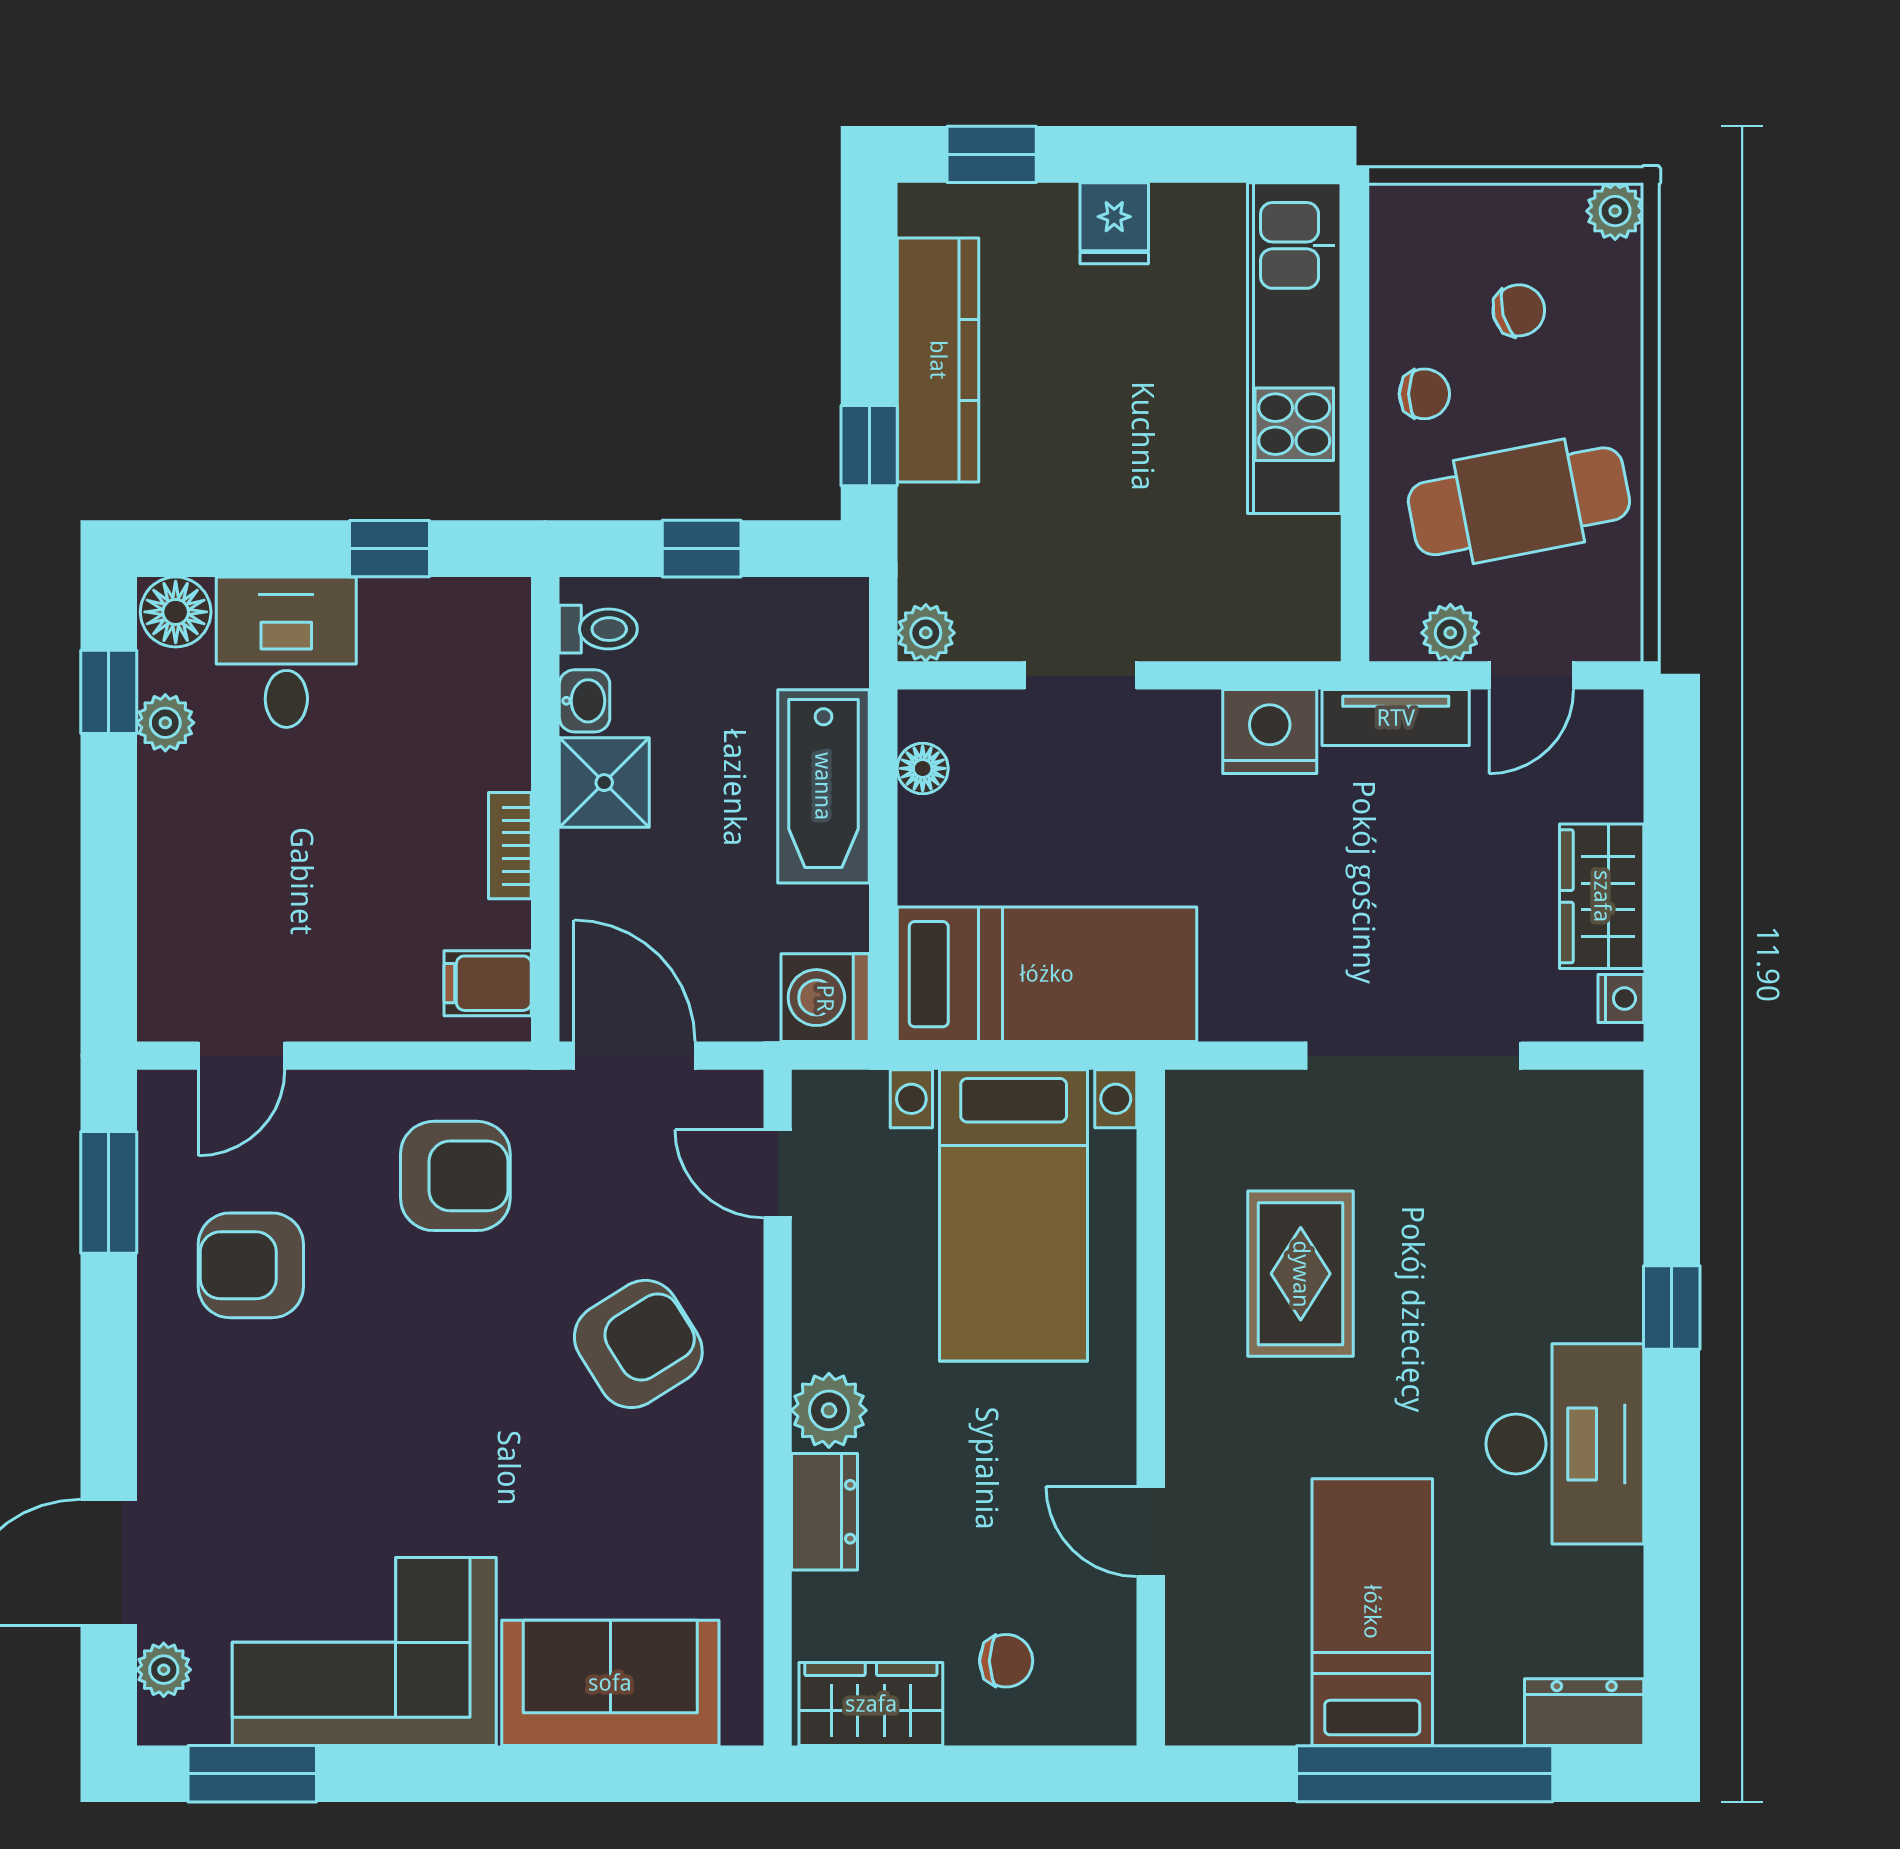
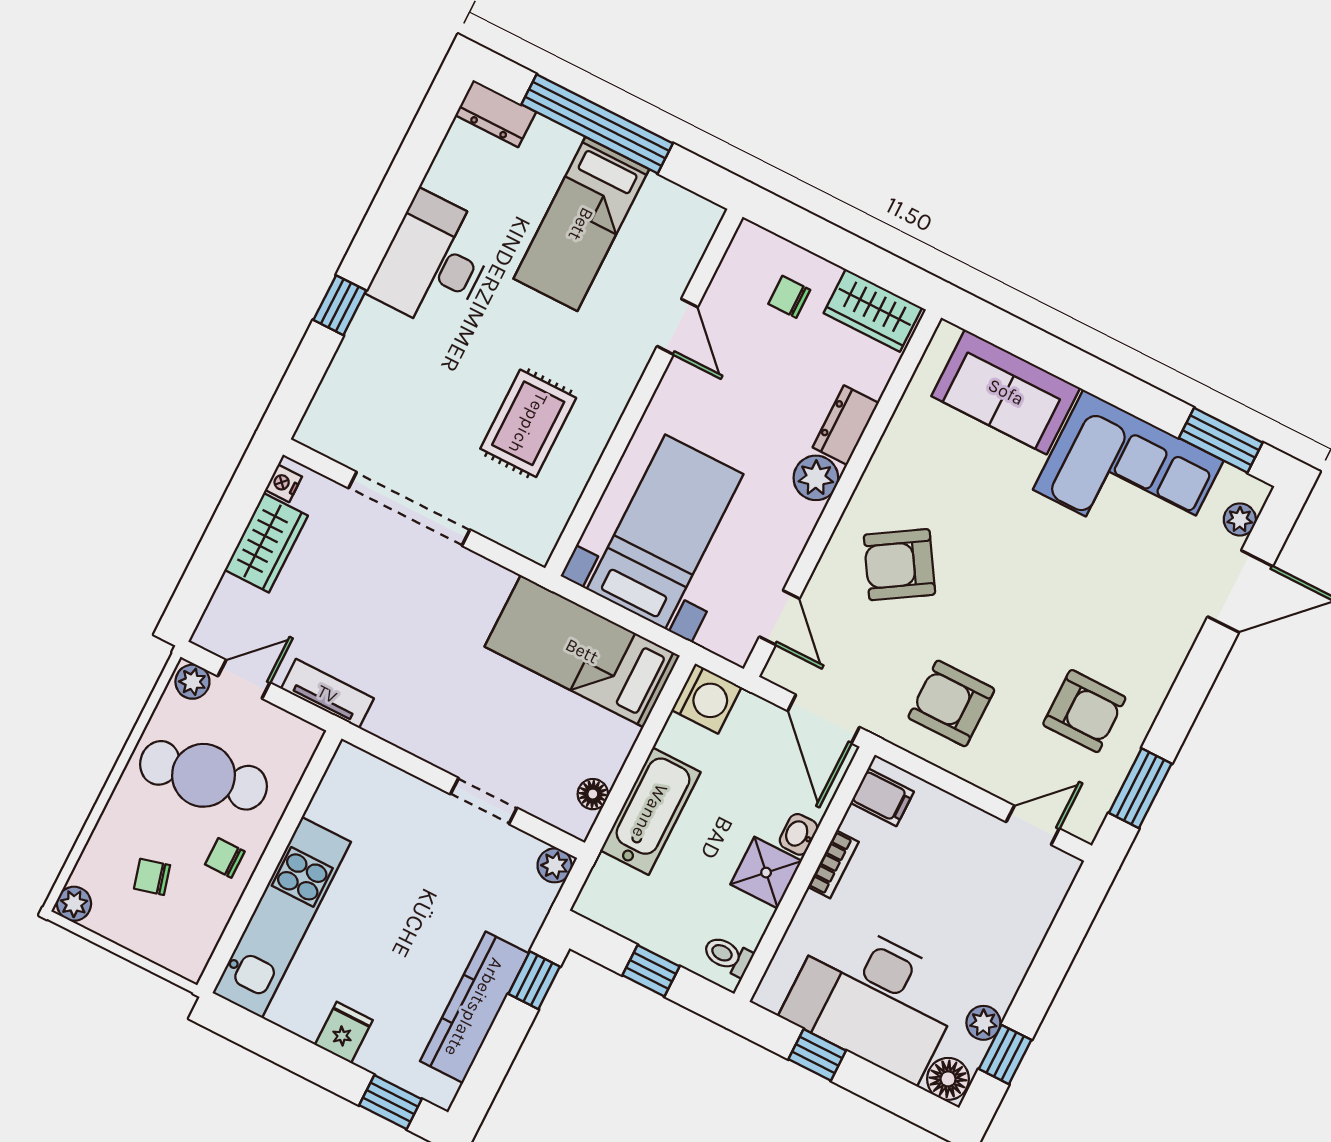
plant: (1450, 633) -> (192, 682), moved
desk: (286, 652) -> (874, 999), width x1.87, depth x1.30
washbasin: (585, 701) -> (799, 834), moved
nightstand: (1270, 731) -> (398, 720), removed

